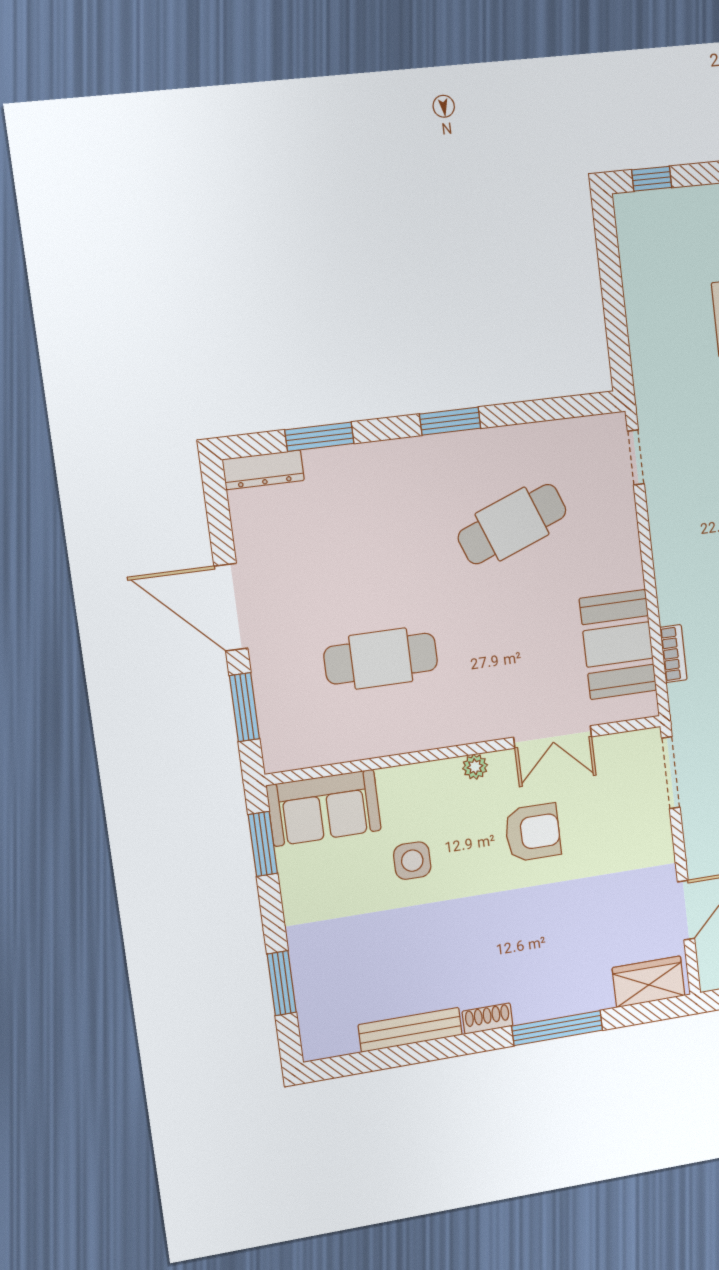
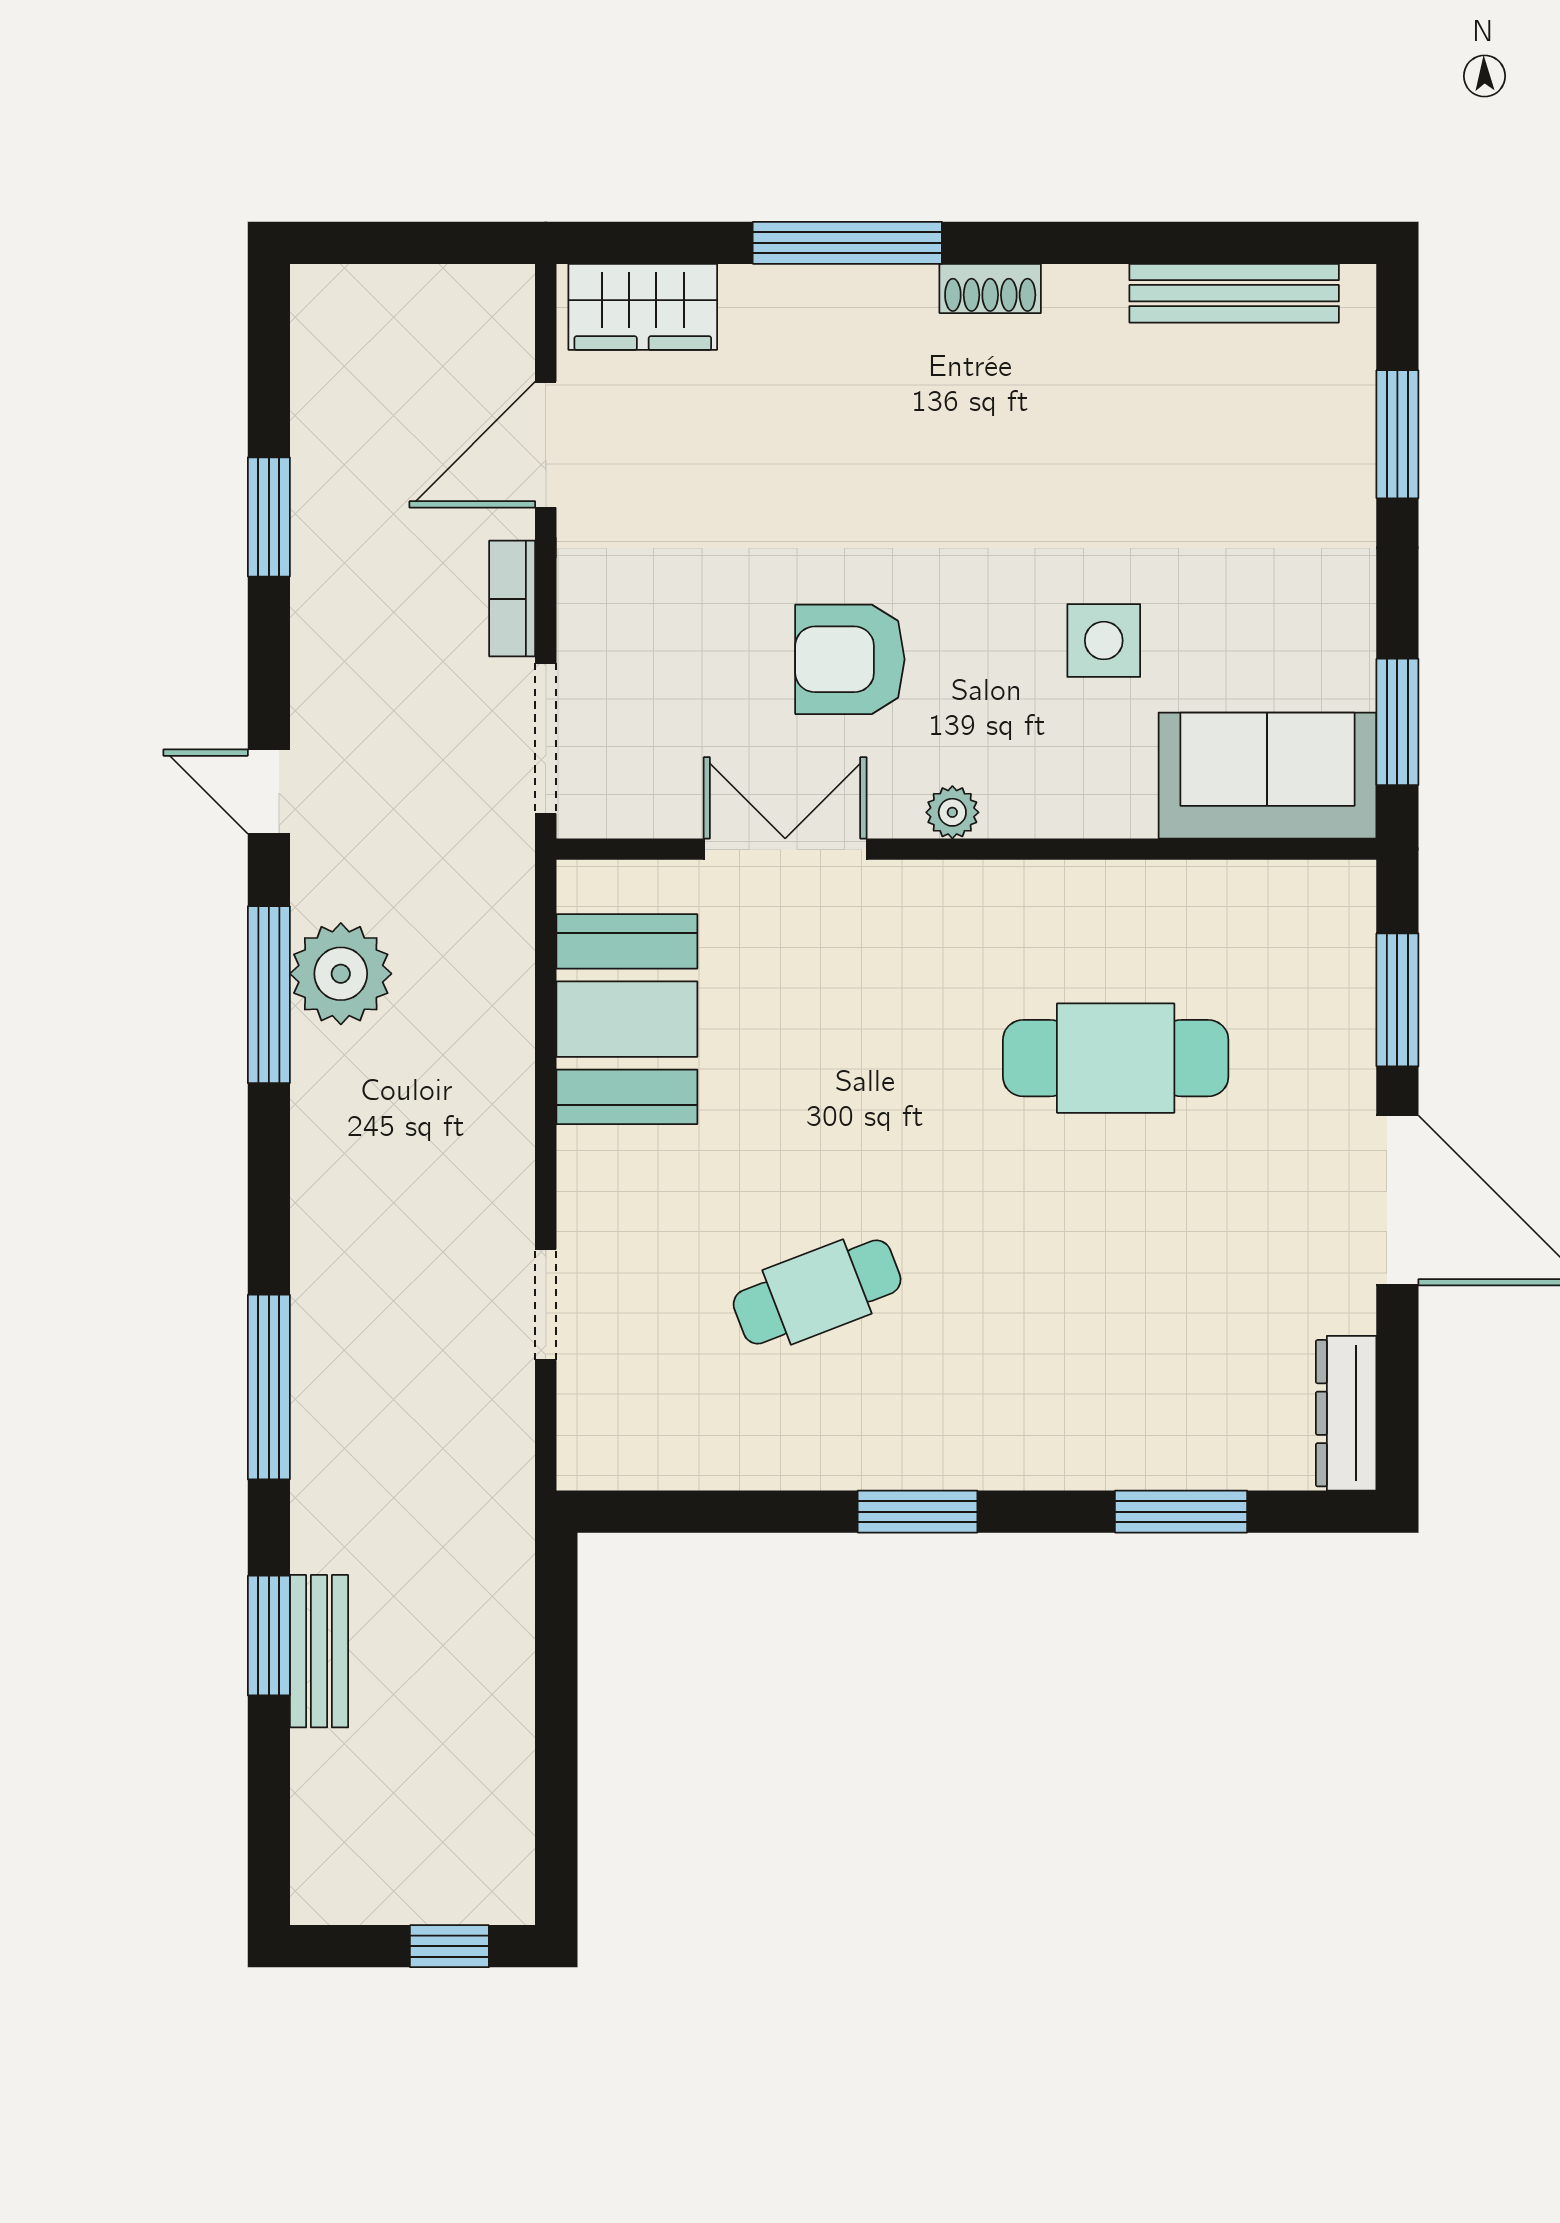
doorway: (636, 457) -> (546, 1305), moved
dresser: (263, 470) -> (1346, 1413), moved, turned -90
cafe table: (512, 524) -> (817, 1292), width x0.73, depth x0.74
bookcase: (673, 654) -> (512, 599), moved
bench: (410, 1030) -> (1234, 293), moved

